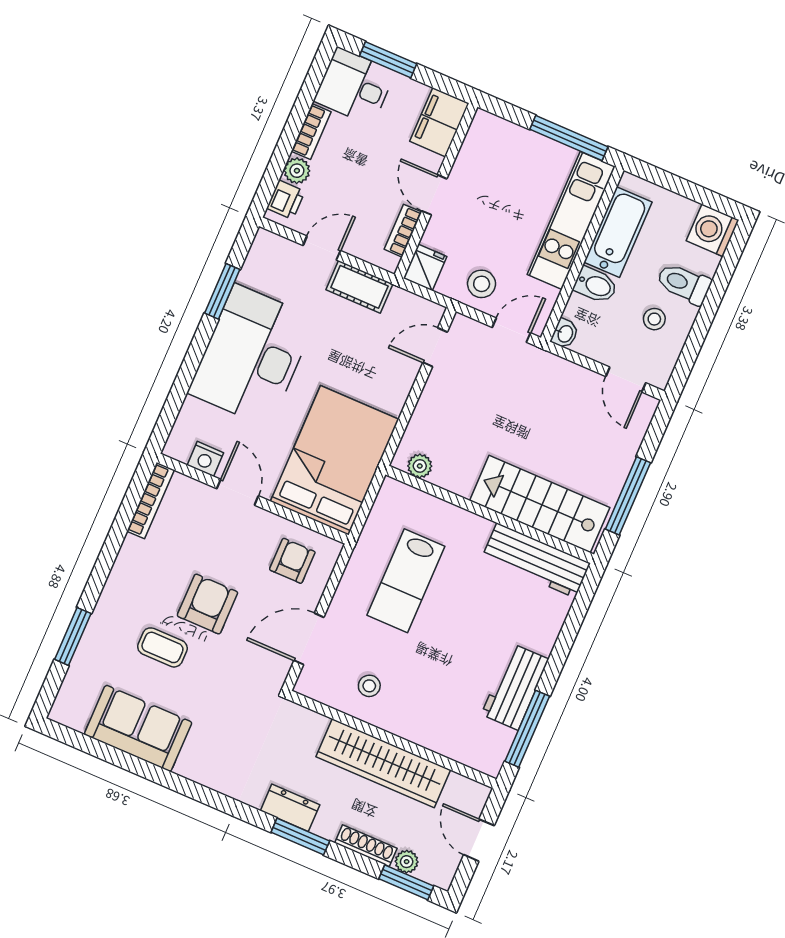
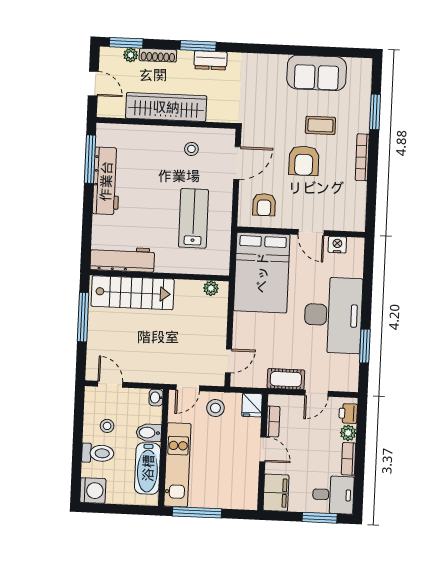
bookcase: (151, 501) -> (362, 157), moved
workbench: (515, 687) -> (106, 181), width x1.38

